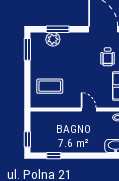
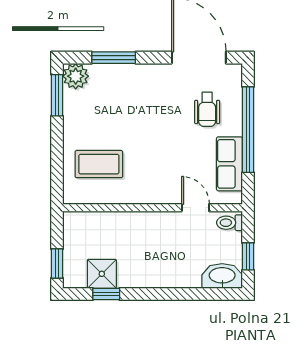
plant: (53, 39) -> (76, 76), moved
door: (89, 109) -> (195, 208), moved
shower: (51, 145) -> (102, 274), added

